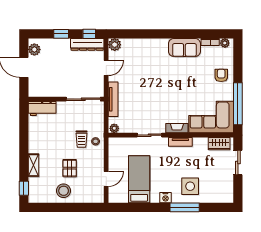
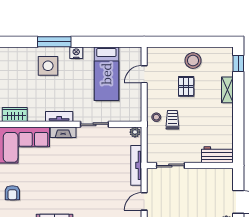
sliding door: (83, 99) -> (170, 166), width x0.73

